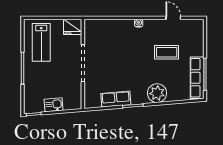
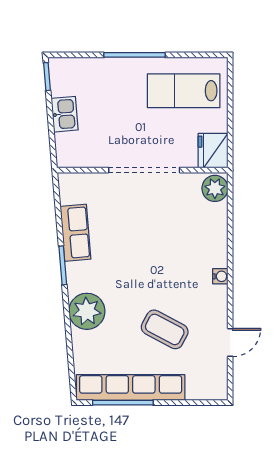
plant: (93, 26) -> (215, 188), added
coffee table: (167, 52) -> (165, 329), turned -62
row of seats: (197, 78) -> (131, 388), width x1.36

